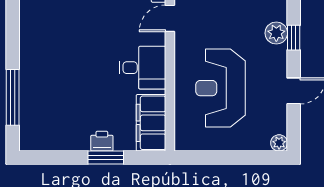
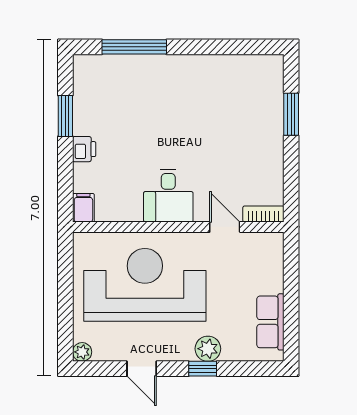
reception desk: (221, 88) -> (145, 285), width x1.36, depth x1.30
filing cabinet: (151, 123) -> (83, 208), width x0.33, depth x0.86
window: (106, 158) -> (65, 116), moved

